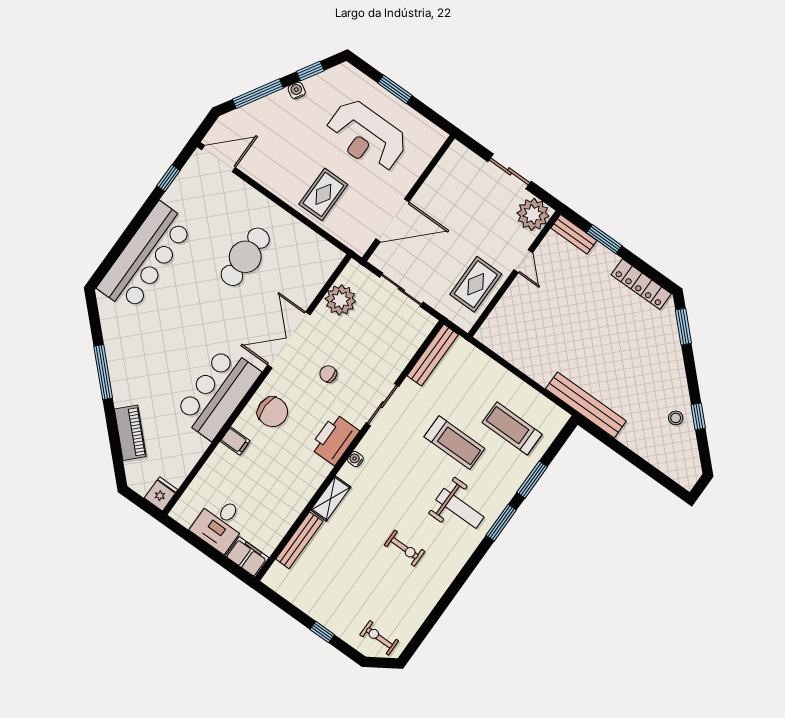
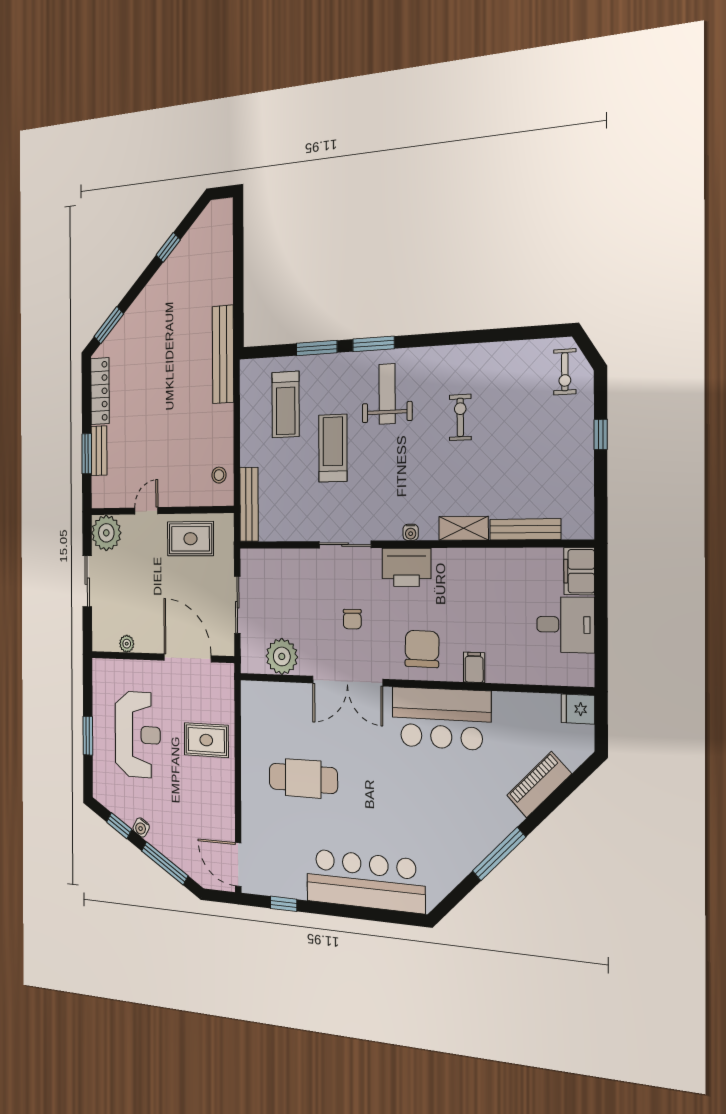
plant: (439, 174) -> (127, 644), added
bench: (574, 234) -> (99, 451), moved
bench: (433, 355) -> (249, 504), moved, turned 90
stool: (676, 418) -> (219, 475), moved

